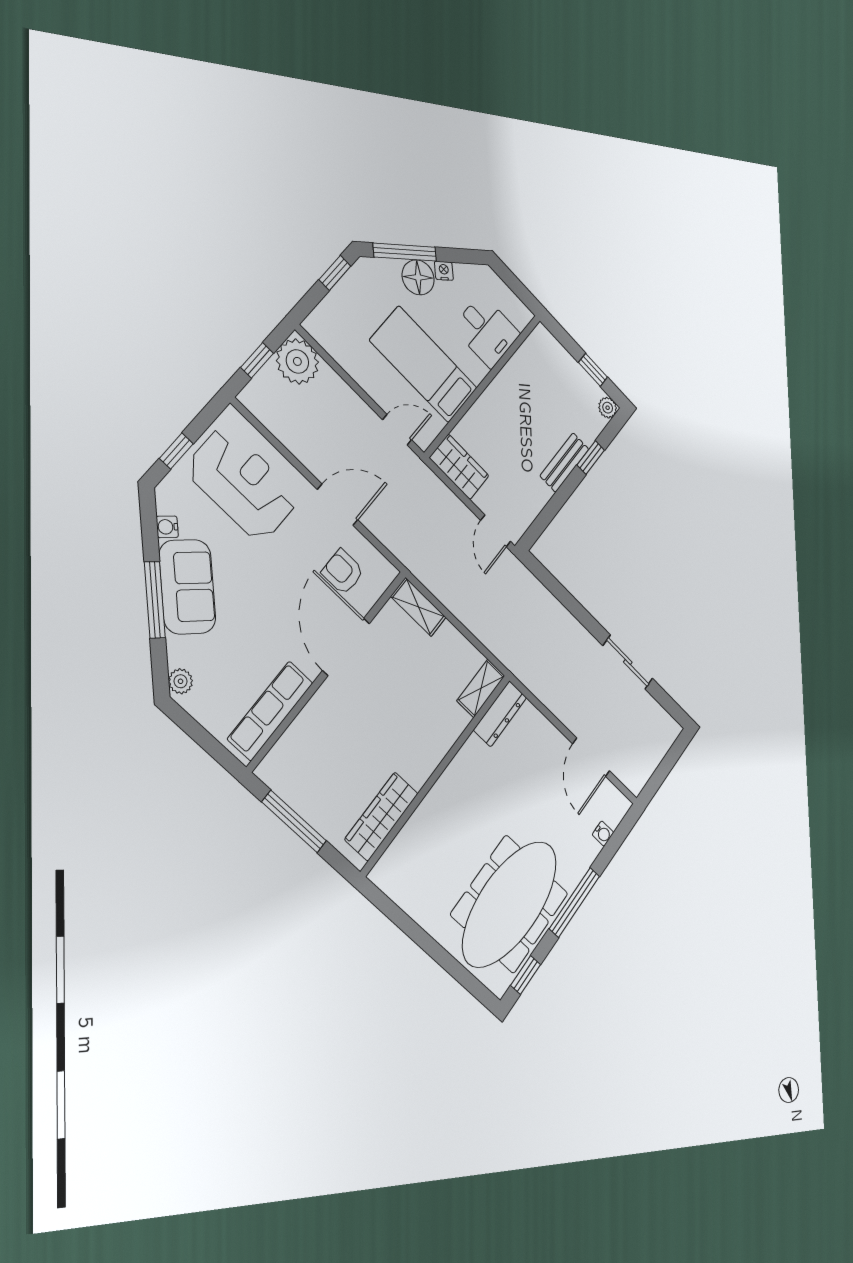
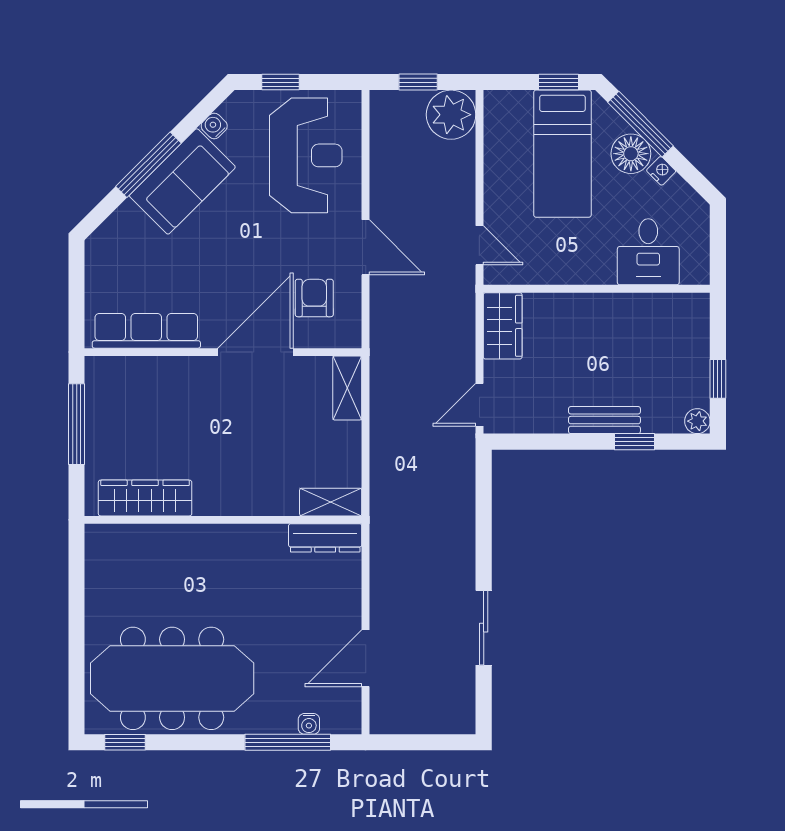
bed: (424, 364) -> (562, 154), moved, turned 180
plant: (181, 681) -> (104, 238), removed
window: (574, 902) -> (288, 742), moved

